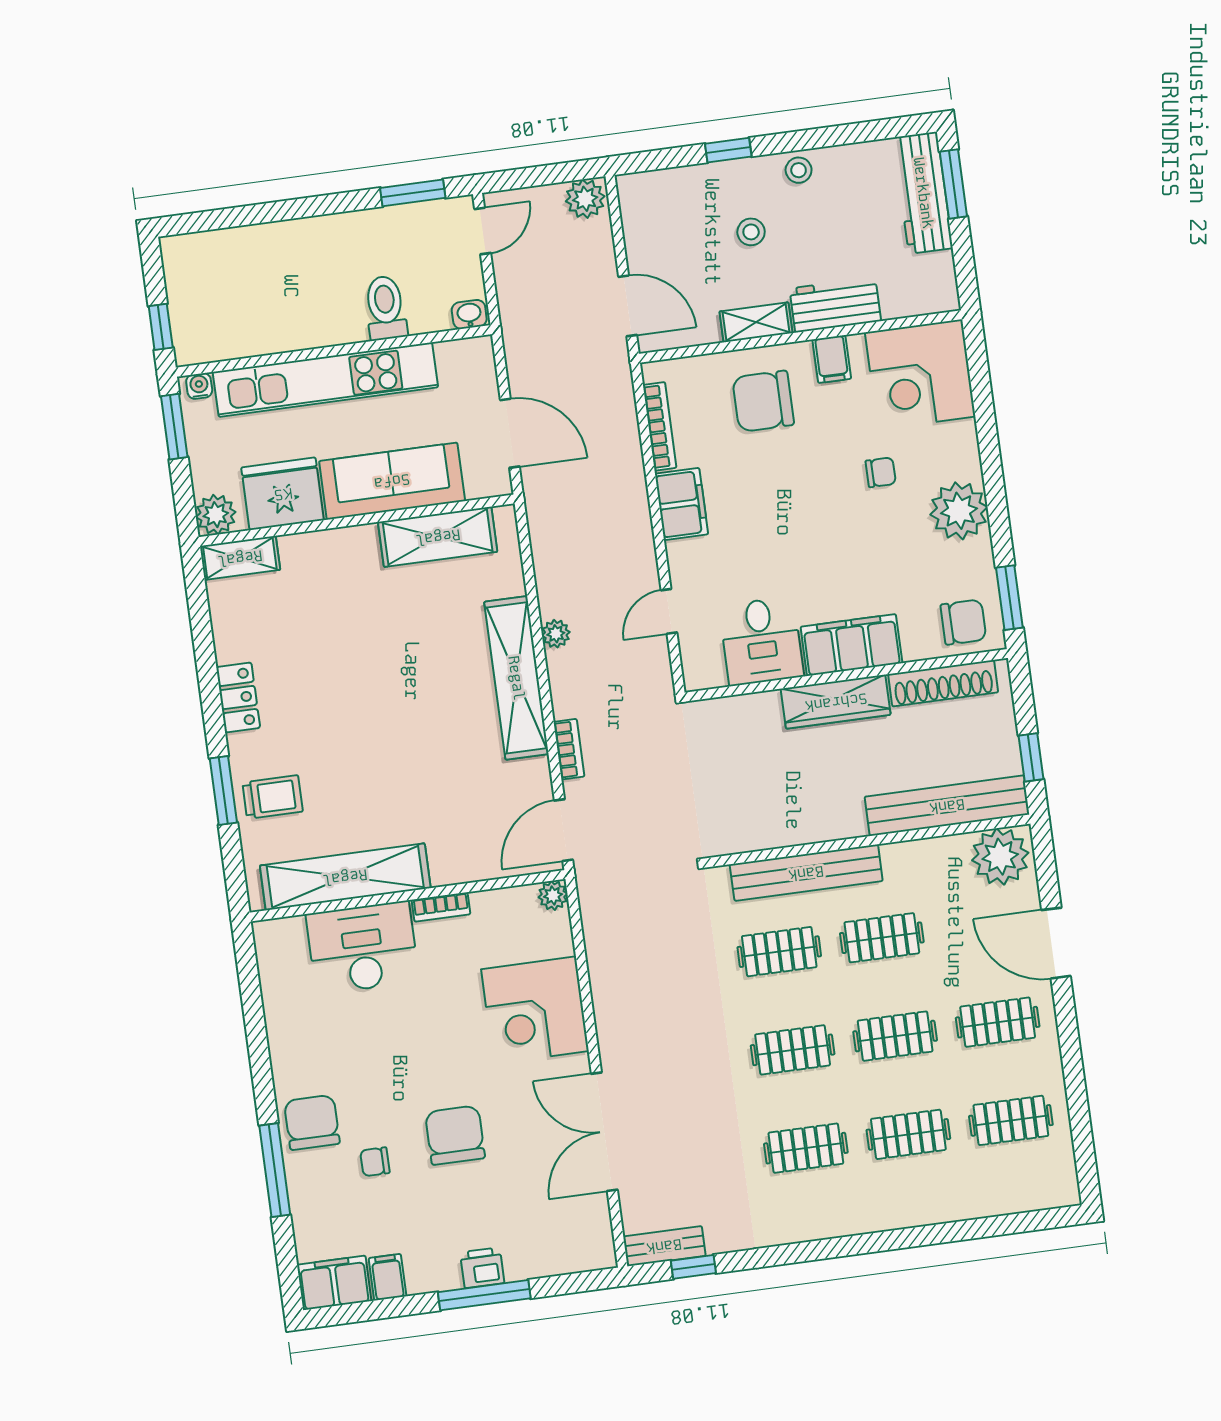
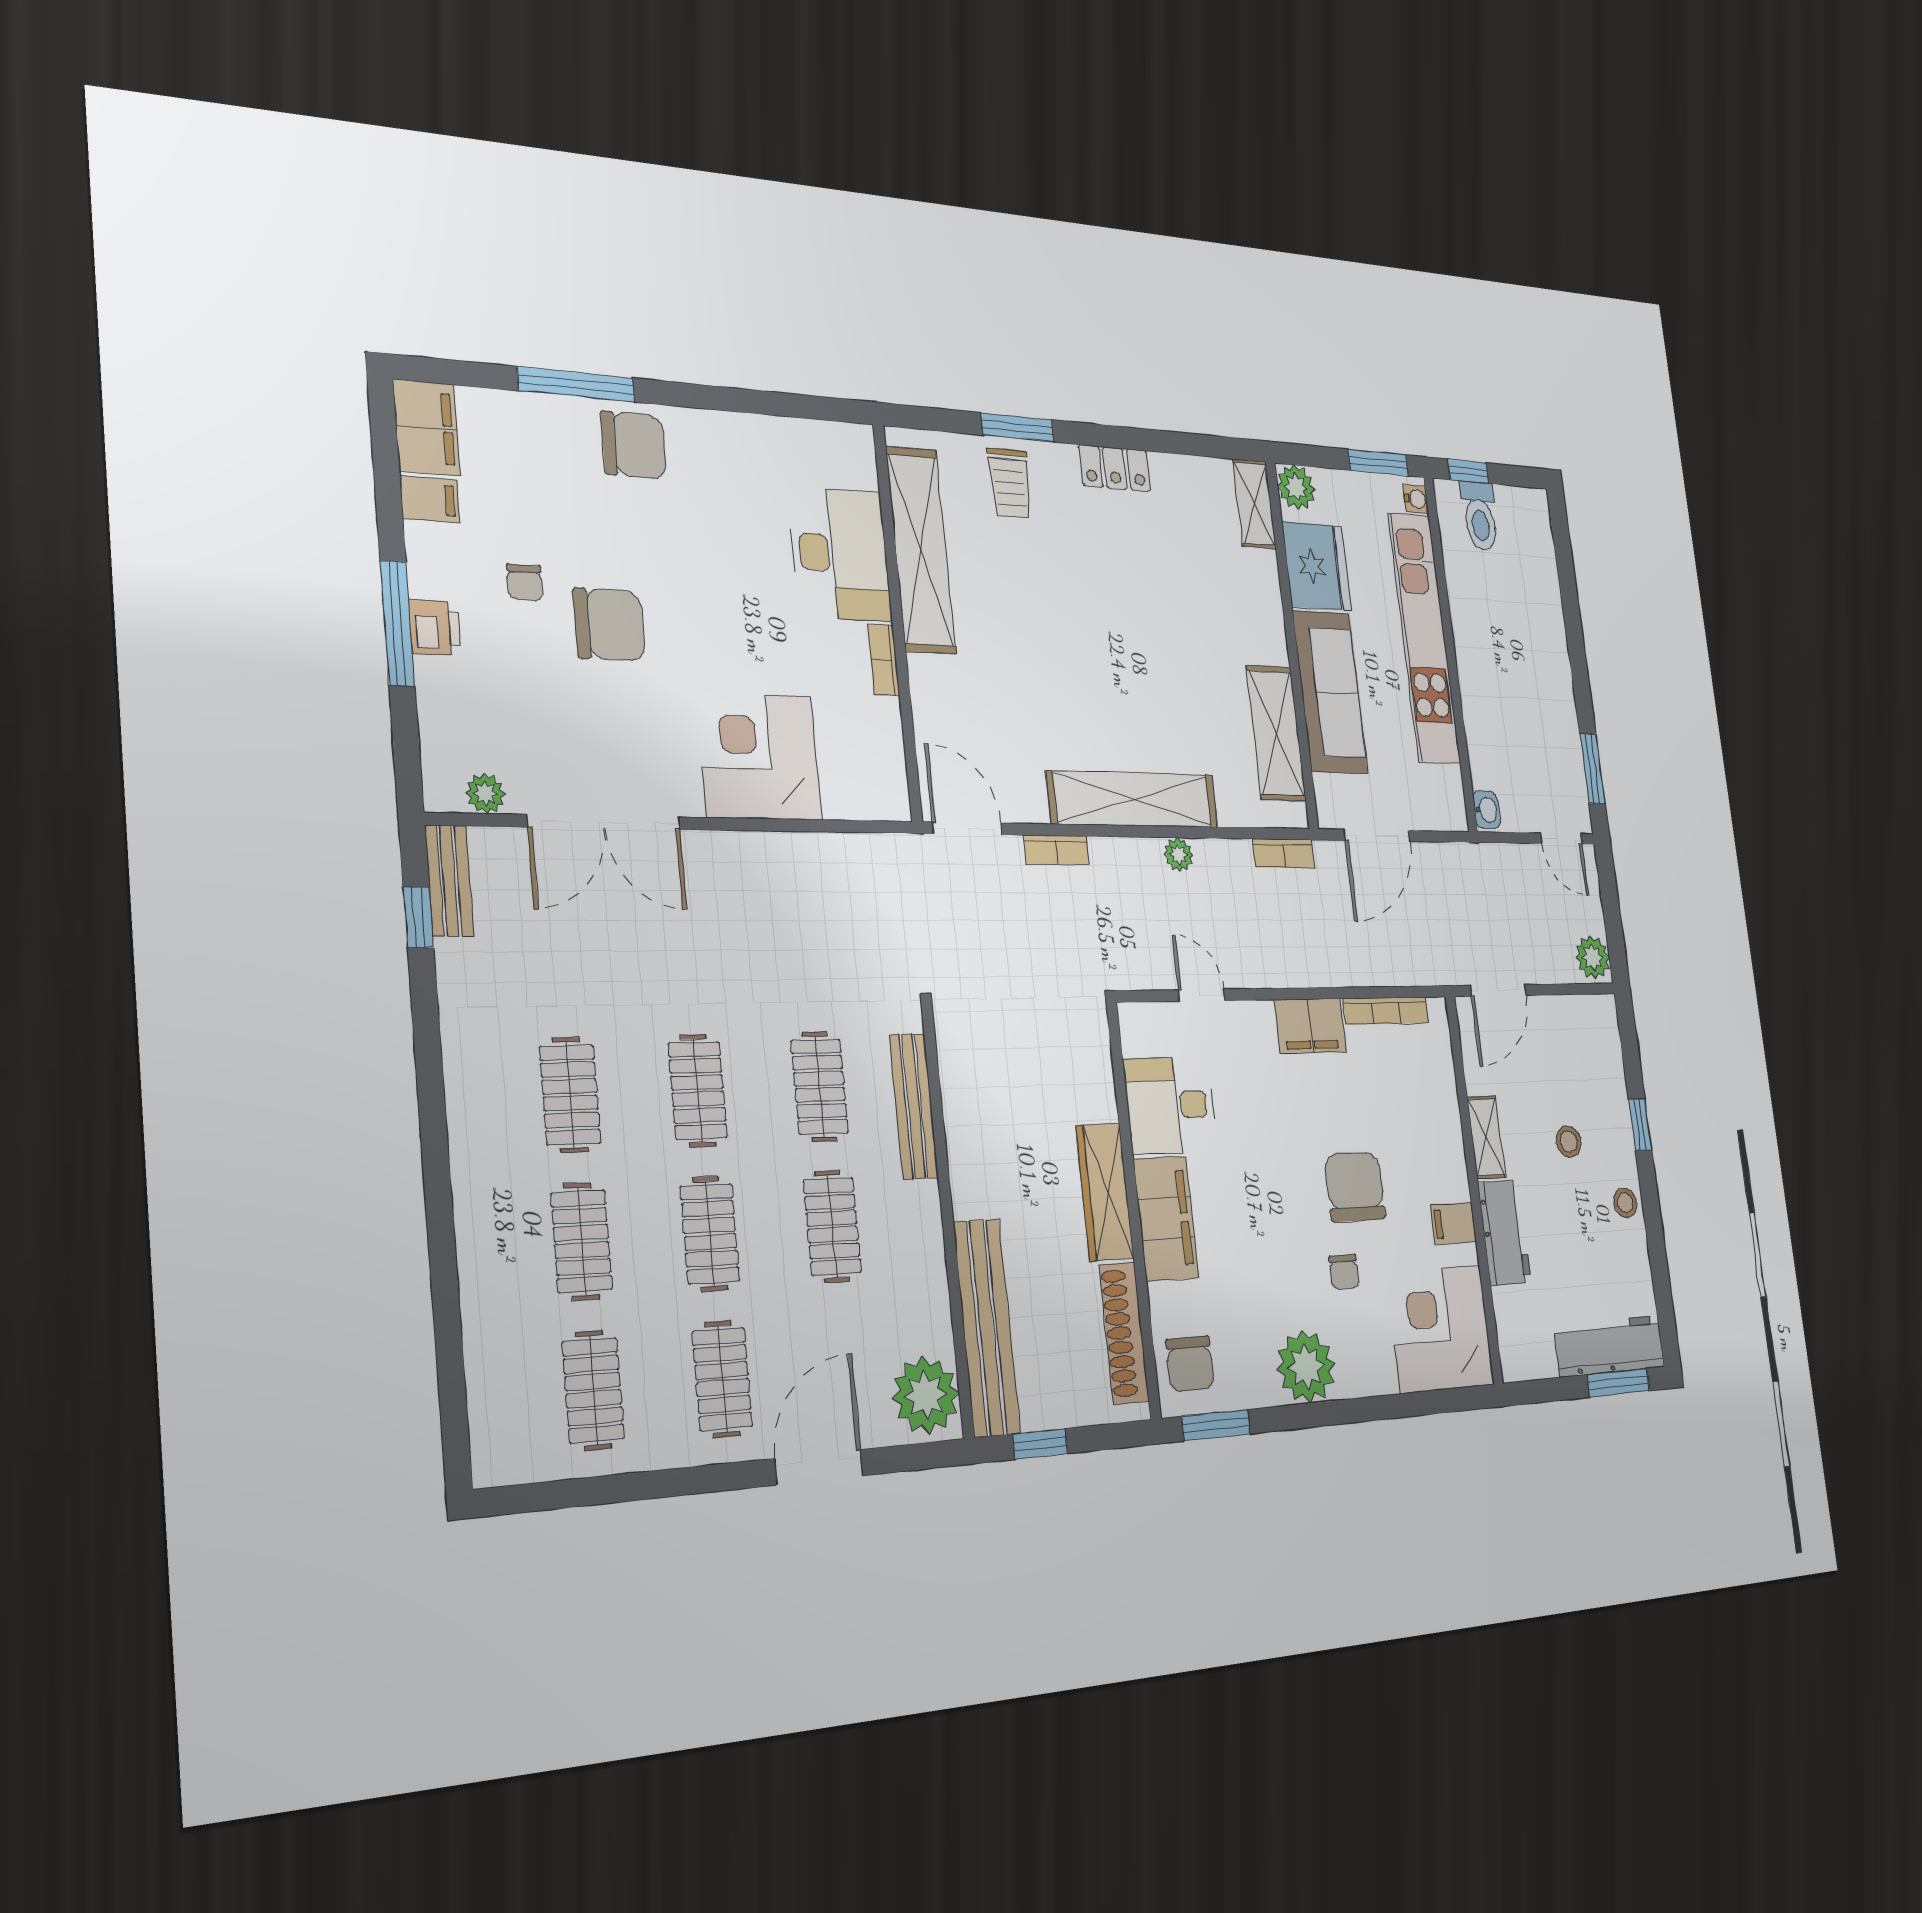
toilet: (385, 308) -> (1480, 516), moved, turned 90
chair: (763, 401) -> (1355, 1187), moved
bookcase: (540, 530) -> (1284, 853), added
bench: (806, 873) -> (914, 1106), width x0.73, depth x0.82
plant: (553, 895) -> (485, 793), moved
double door: (604, 1132) -> (604, 822), swing flipped
chair: (375, 1162) -> (525, 582), moved, turned 180

